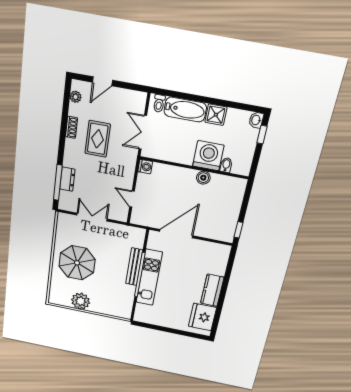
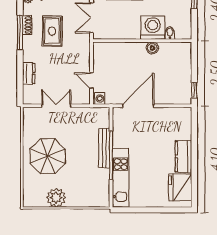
washing machine: (145, 167) -> (99, 99), moved
window: (58, 183) -> (20, 32), moved
kitchen unit: (149, 277) -> (121, 178), moved

